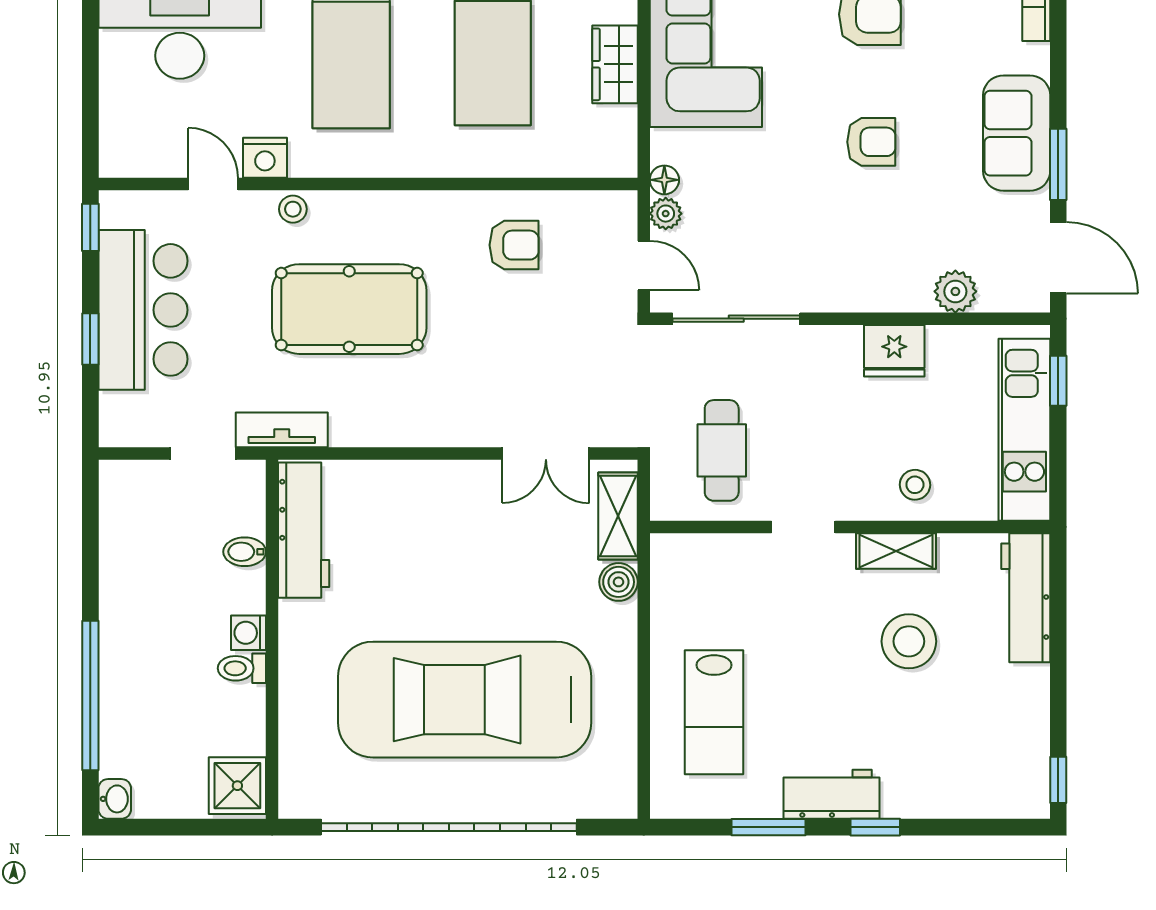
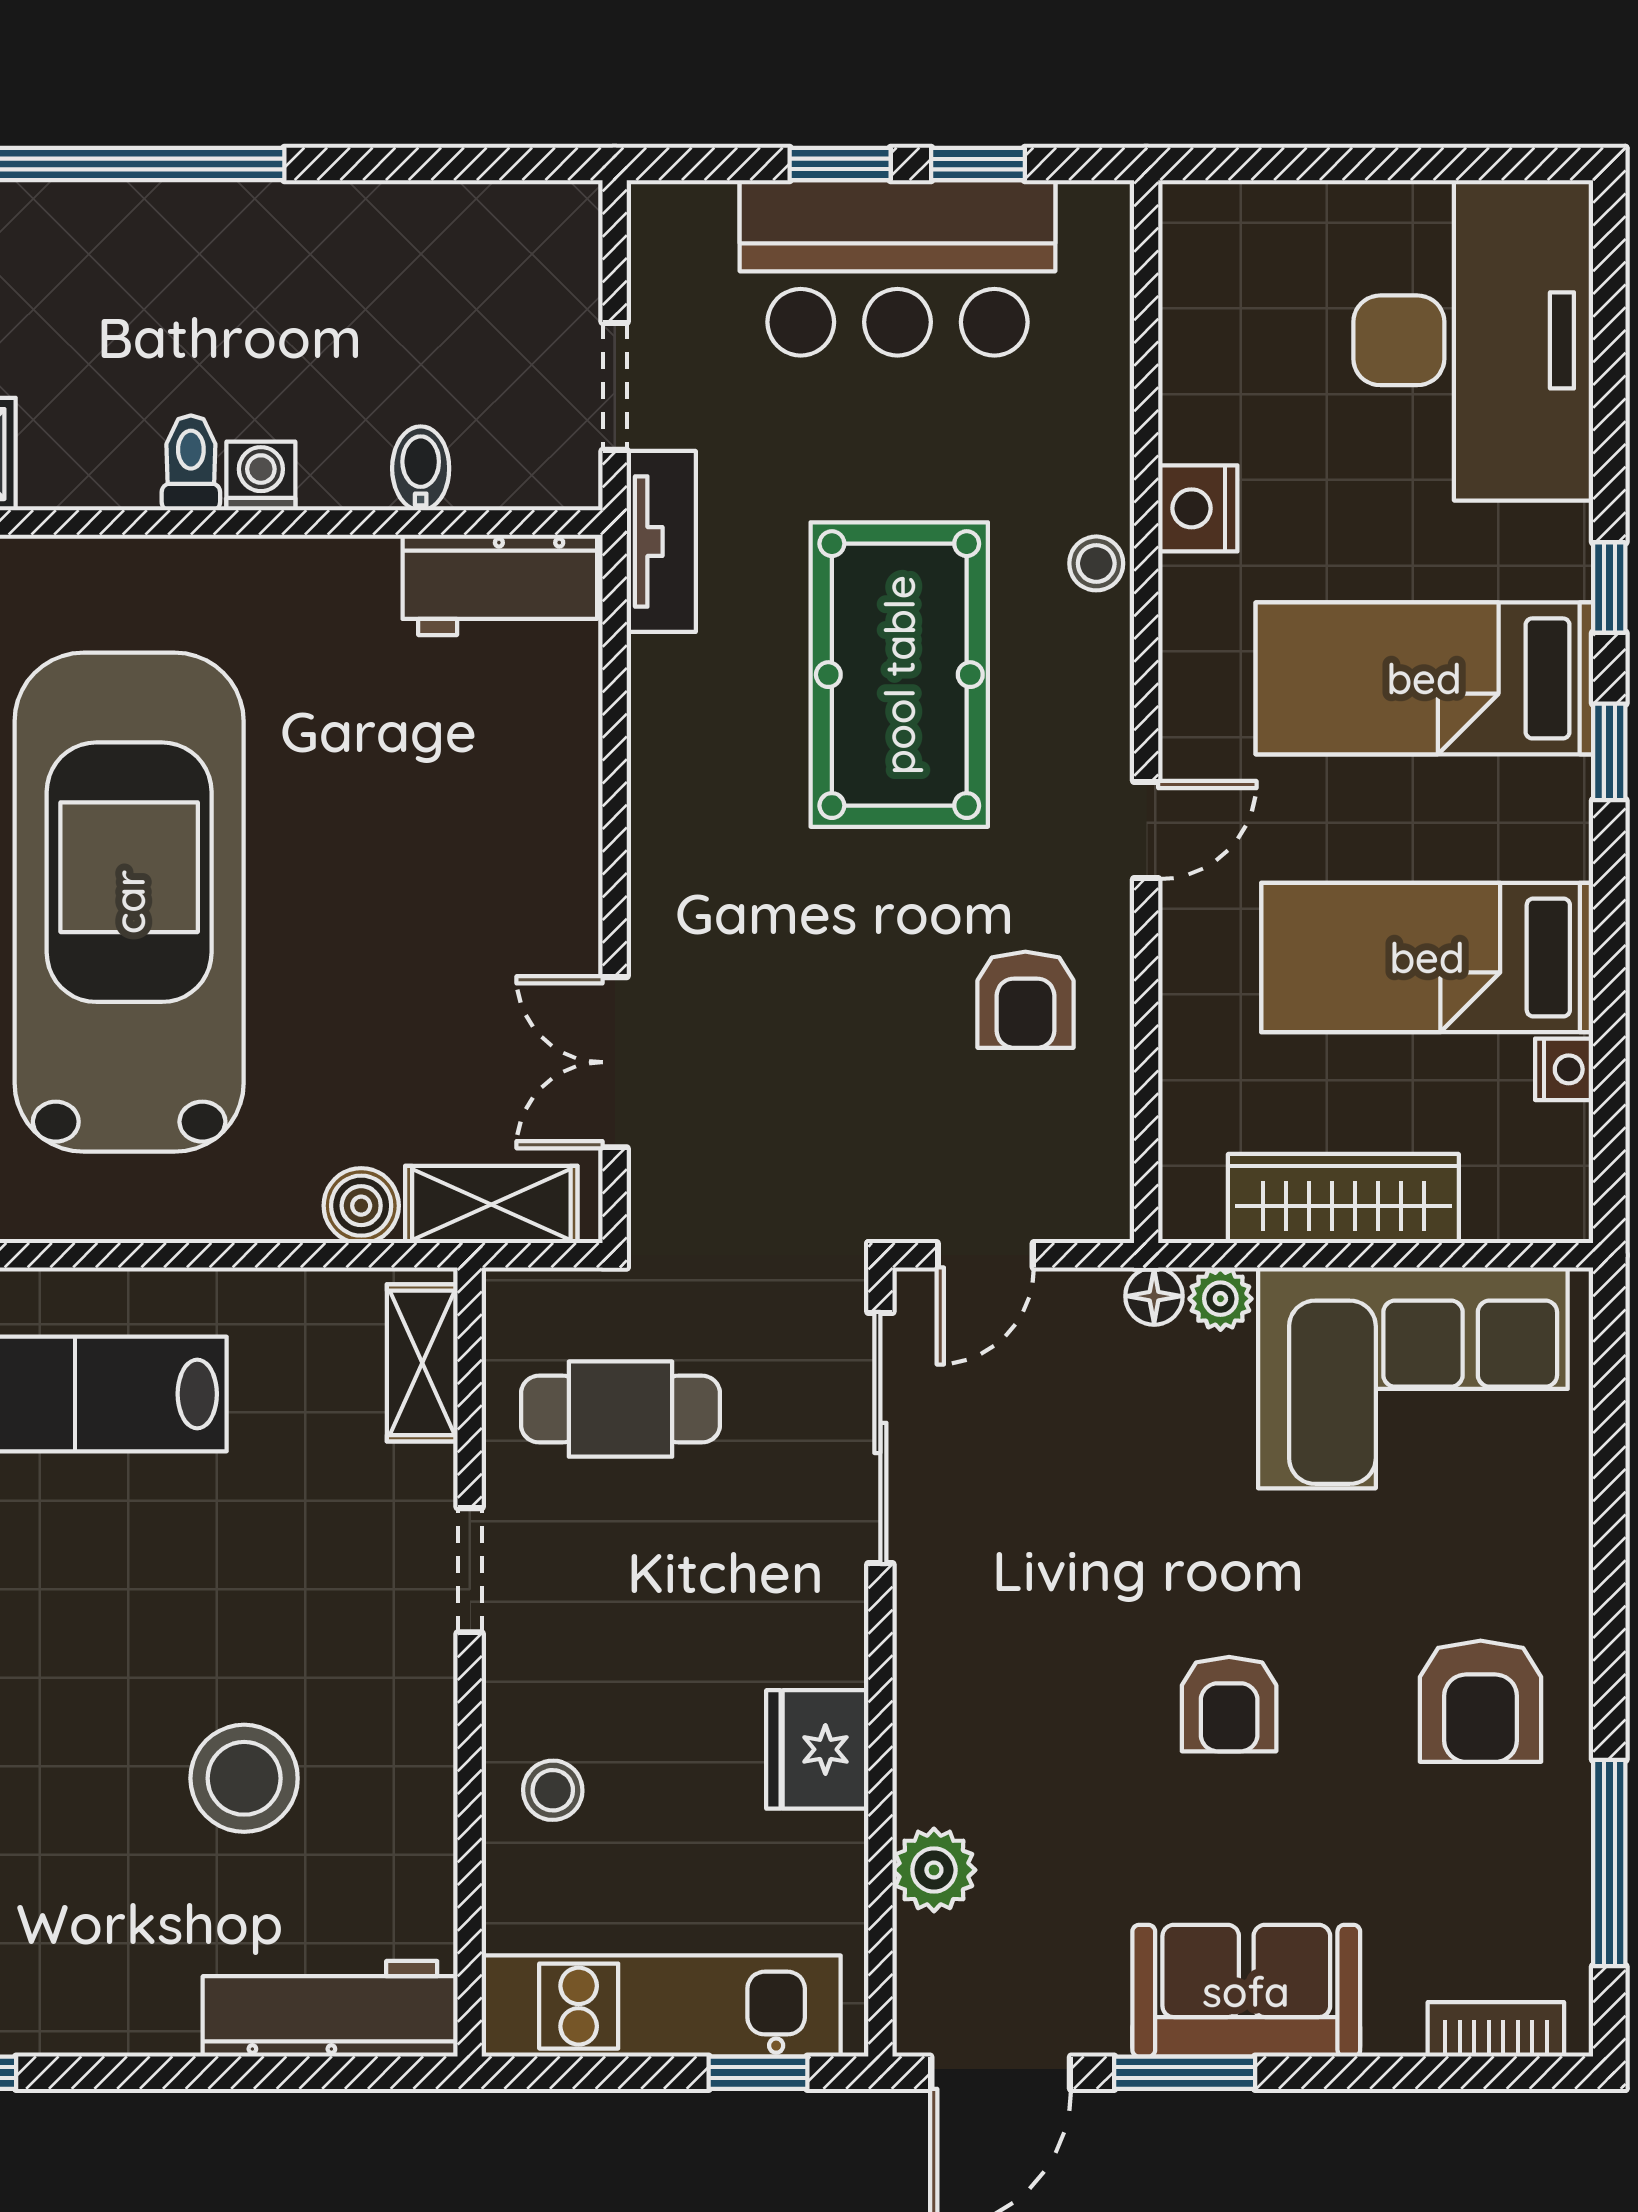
wardrobe: (615, 64) -> (1343, 1199), width x1.50
door: (213, 184) -> (1146, 830), moved
plant: (666, 214) -> (1220, 1299), moved
window: (90, 227) -> (978, 164), moved
workbench: (304, 530) -> (500, 585), width x0.73
shelving: (896, 551) -> (422, 1363), moved

